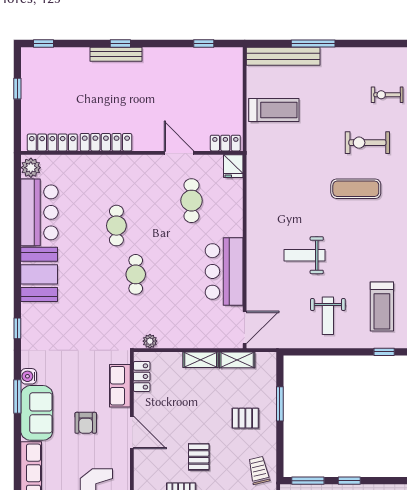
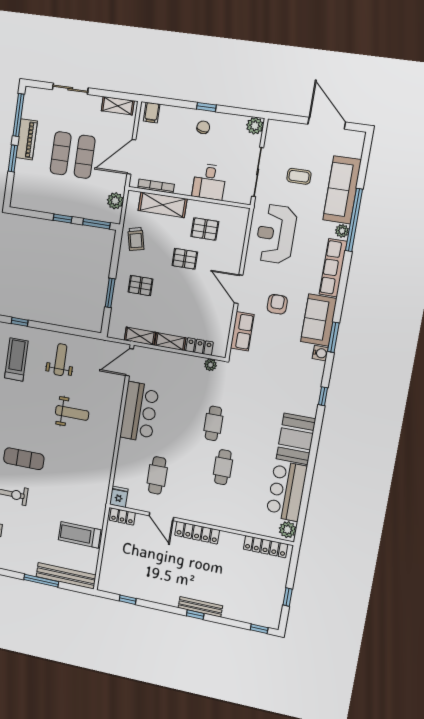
locker: (106, 142) -> (197, 533), moved
locker: (142, 376) -> (199, 347), moved, turned 90
pallet: (199, 457) -> (185, 259), turned 90

